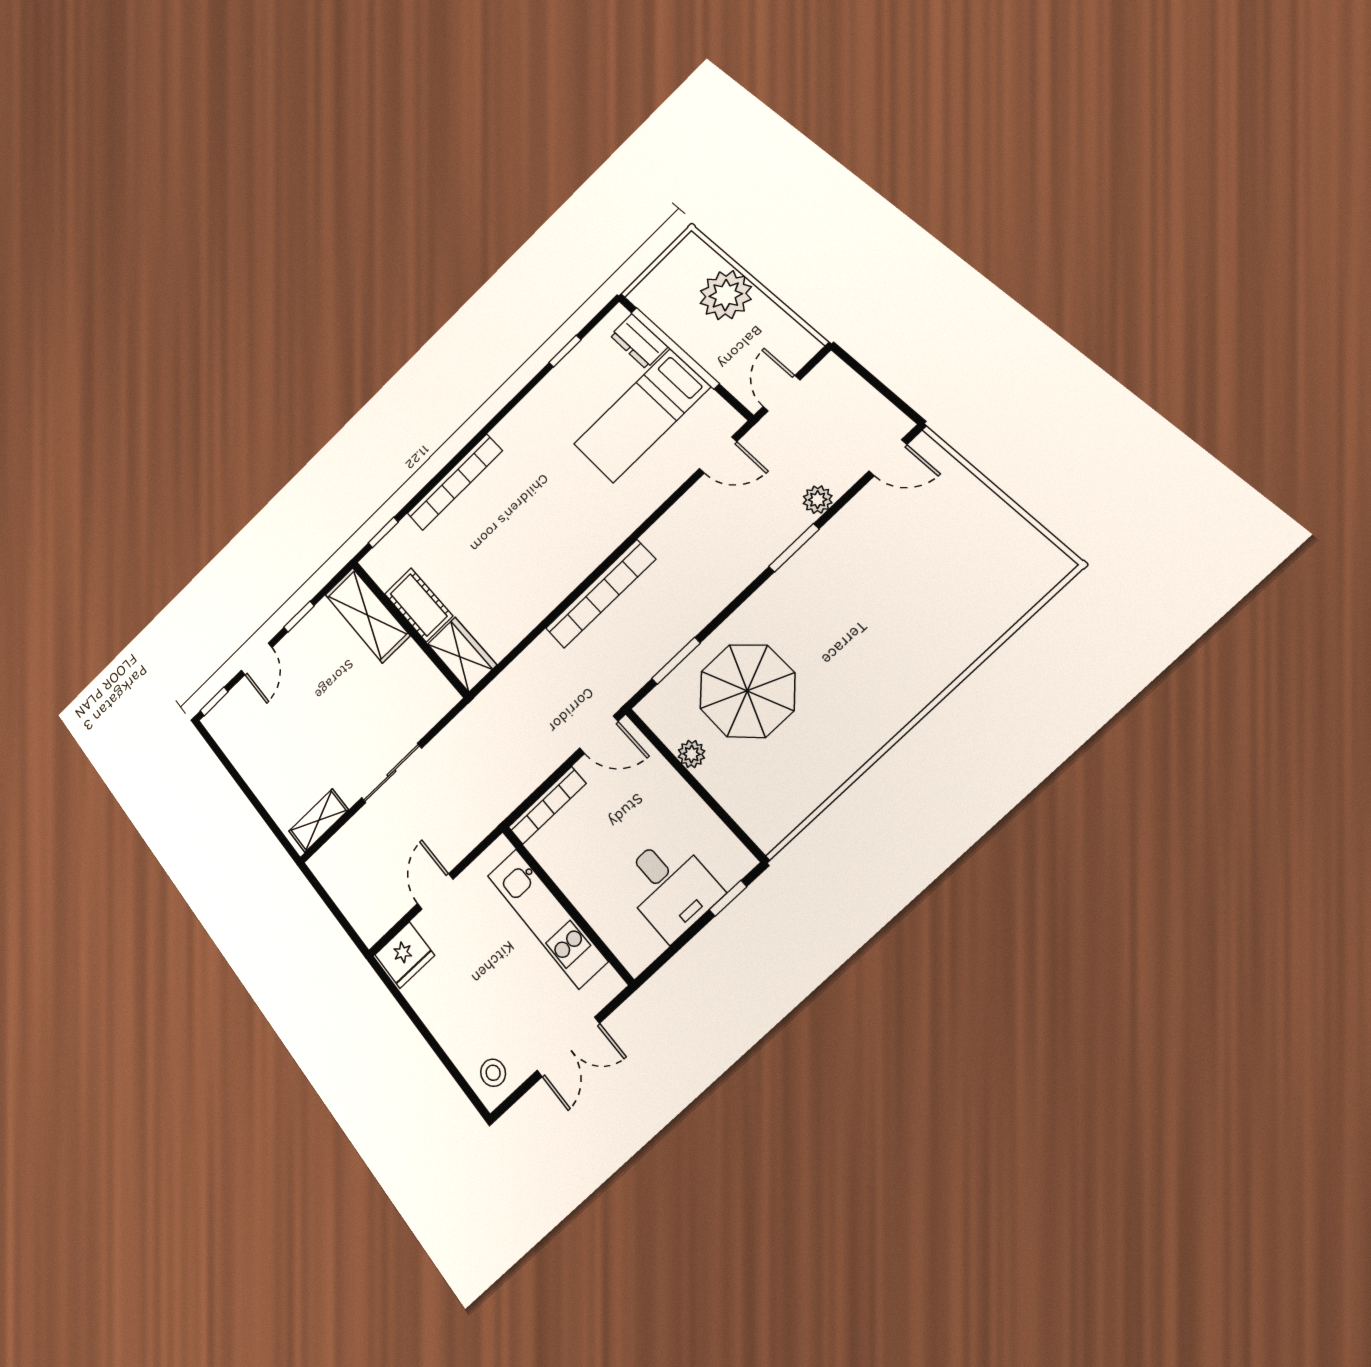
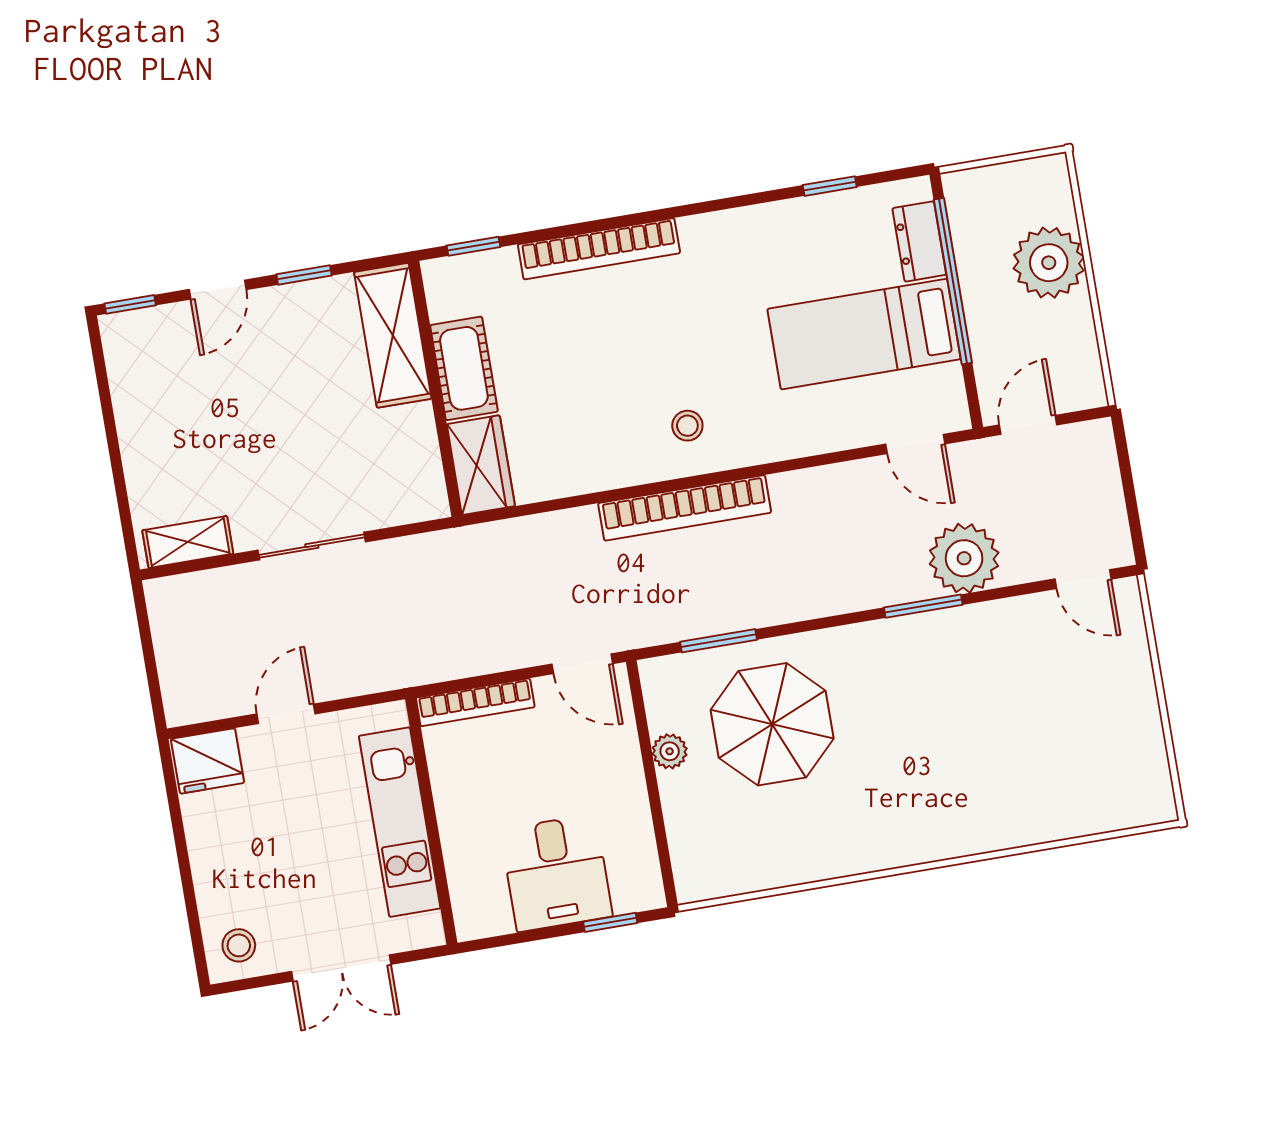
plant: (818, 500) -> (964, 558), width x1.87, depth x1.87
stool: (570, 544) -> (687, 426), added

